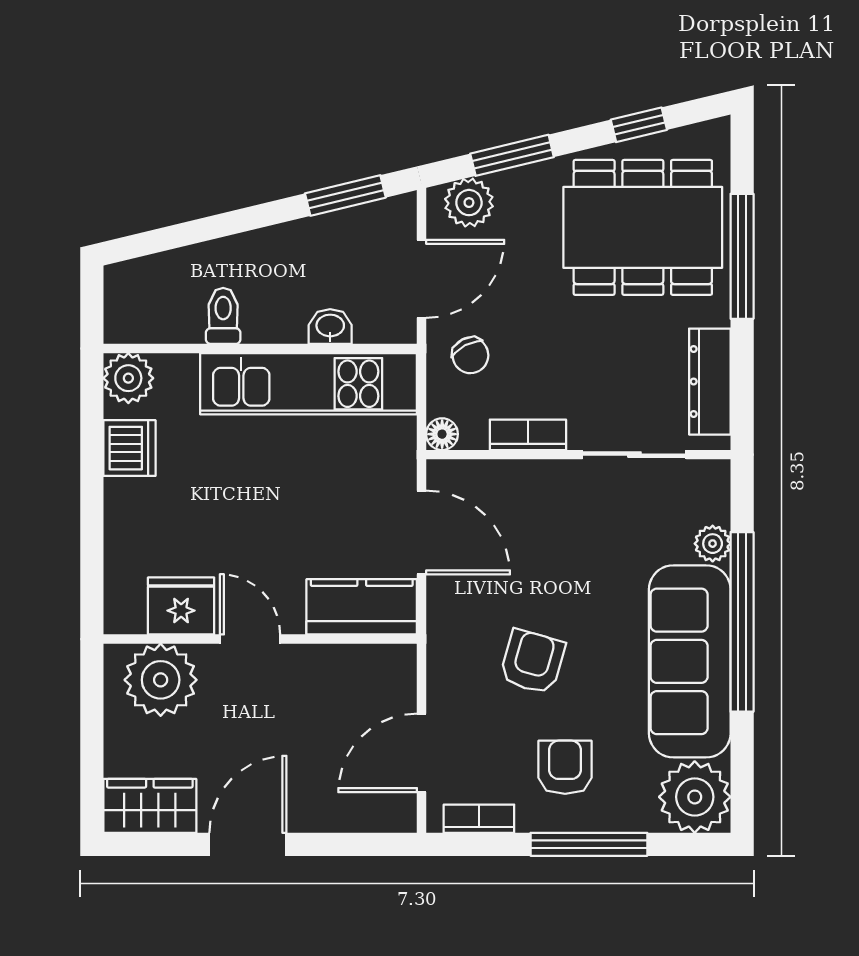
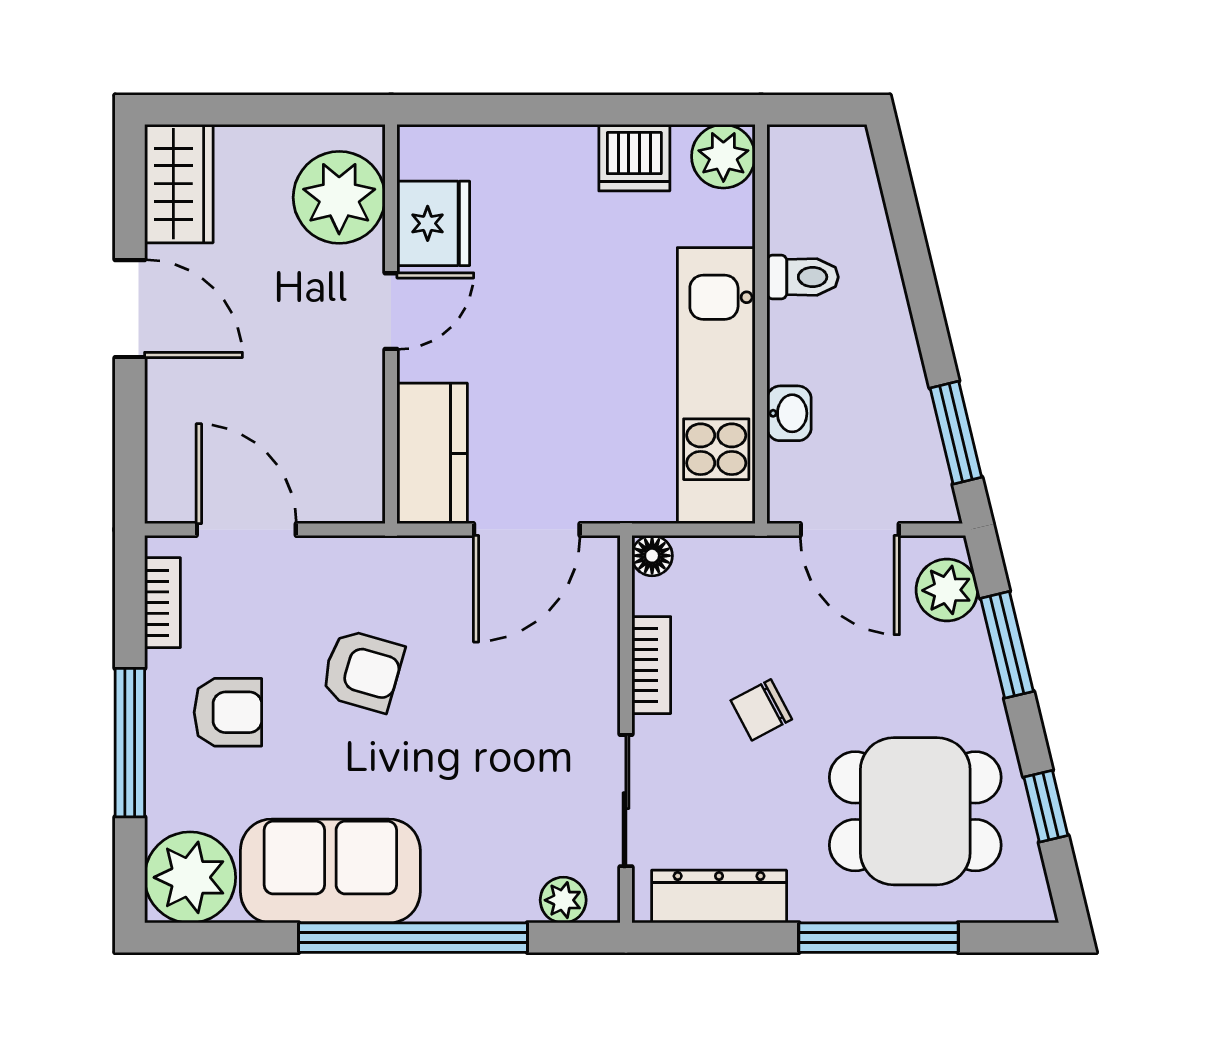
dining table: (643, 227) -> (915, 811), width x0.73
chair: (470, 355) -> (761, 710), moved
plant: (713, 544) -> (563, 900), moved
sofa: (690, 661) -> (330, 871), width x0.73

